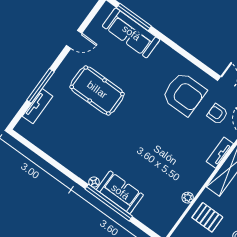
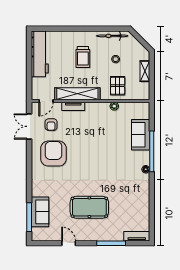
sofa: (131, 33) -> (40, 212), width x0.73
pool table: (97, 90) -> (89, 207), turned 90
tv unit: (38, 106) -> (137, 236), moved
sofa: (120, 192) -> (141, 135), moved

